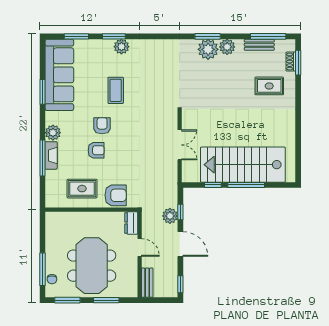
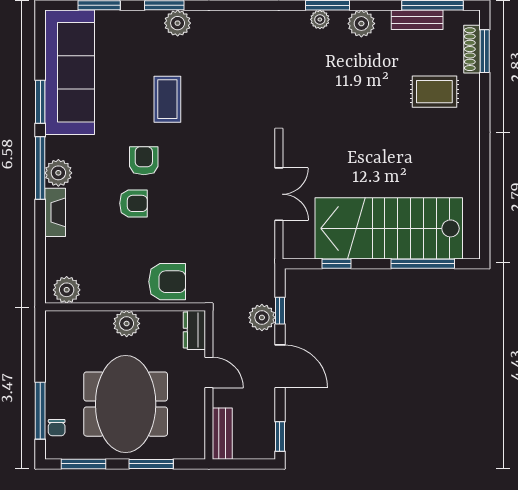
plant: (208, 49) -> (320, 19), width x0.53, depth x0.53
shoe rack: (291, 62) -> (472, 49), width x1.43
window: (42, 158) -> (40, 168), moved
window: (246, 185) -> (423, 264), moved
rug: (82, 189) -> (109, 270), removed
plant: (58, 200) -> (67, 290), added
plant: (92, 219) -> (127, 324), added

